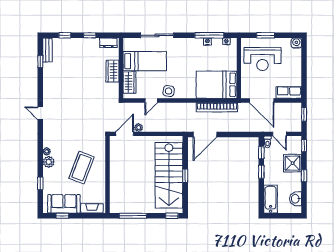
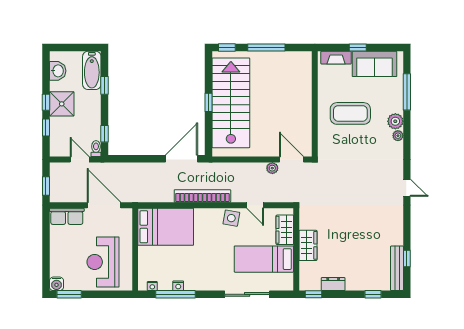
window: (90, 35) -> (313, 294), moved
window: (266, 35) -> (69, 294), moved
dresser: (108, 43) -> (333, 284), moved
bench: (47, 50) -> (397, 268), width x1.36
reception desk: (262, 59) -> (103, 262), turned -90
door: (151, 101) -> (255, 205), swing flipped
bookcase: (217, 107) -> (202, 196), moved
door: (125, 134) -> (291, 160), swing flipped
window: (304, 146) -> (46, 128), moved
shower: (293, 163) -> (62, 104), moved
coffee table: (82, 168) -> (350, 113), turned 69
window: (261, 172) -> (104, 85), moved
window: (40, 183) -> (407, 92), width x2.17
window: (62, 216) -> (358, 48), moved
window: (133, 216) -> (266, 48), moved

